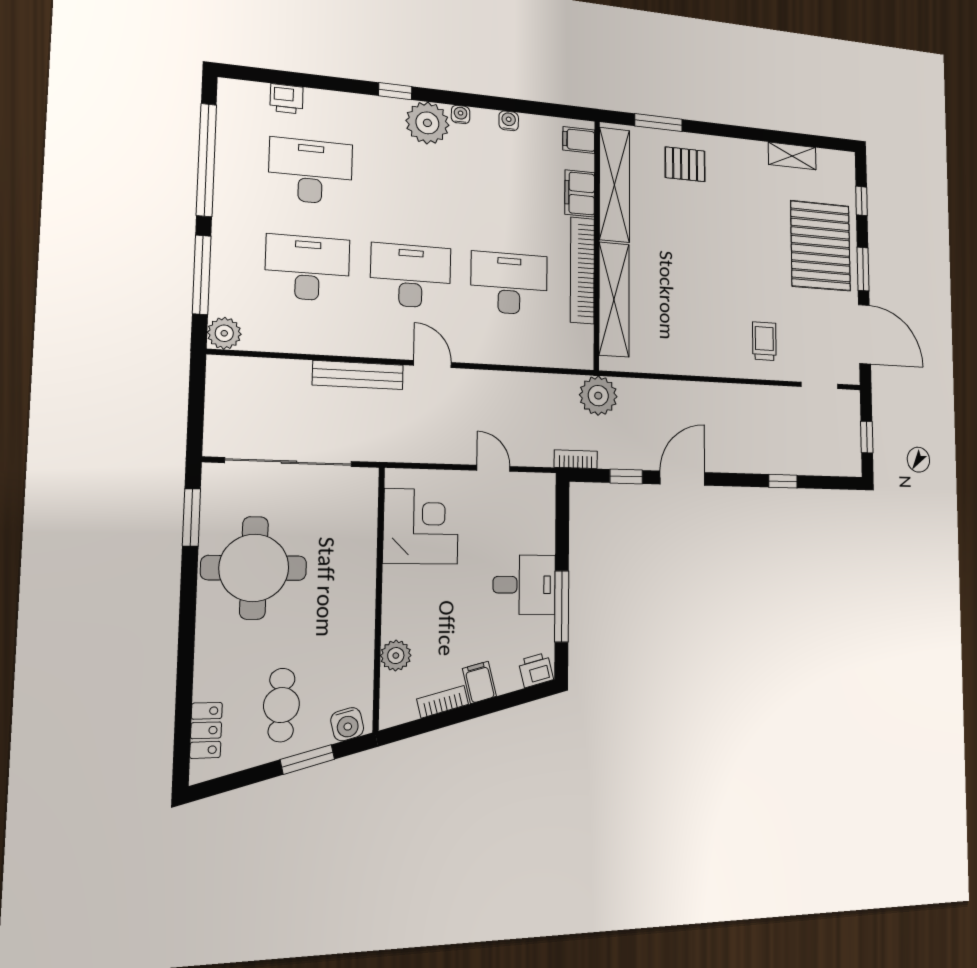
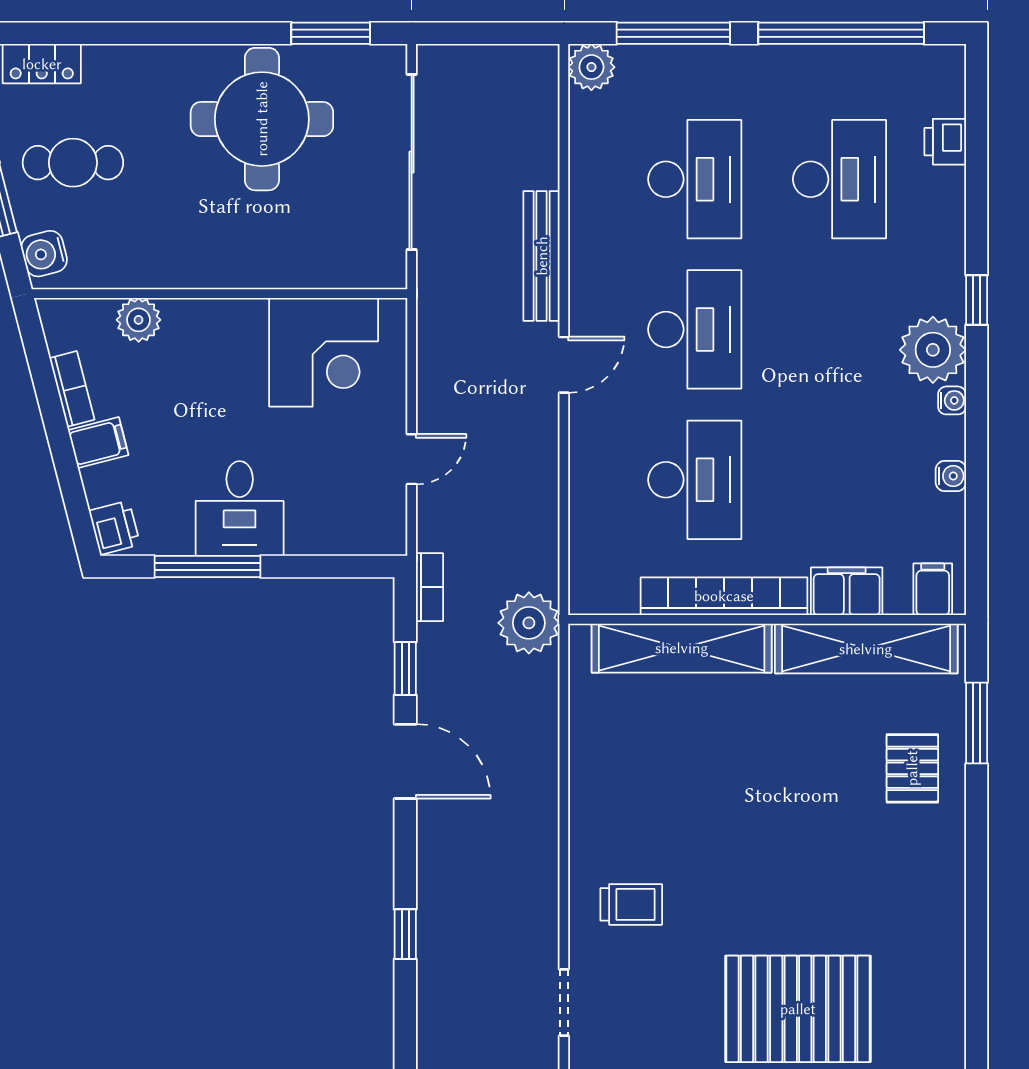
shelving: (792, 156) -> (947, 959), removed

